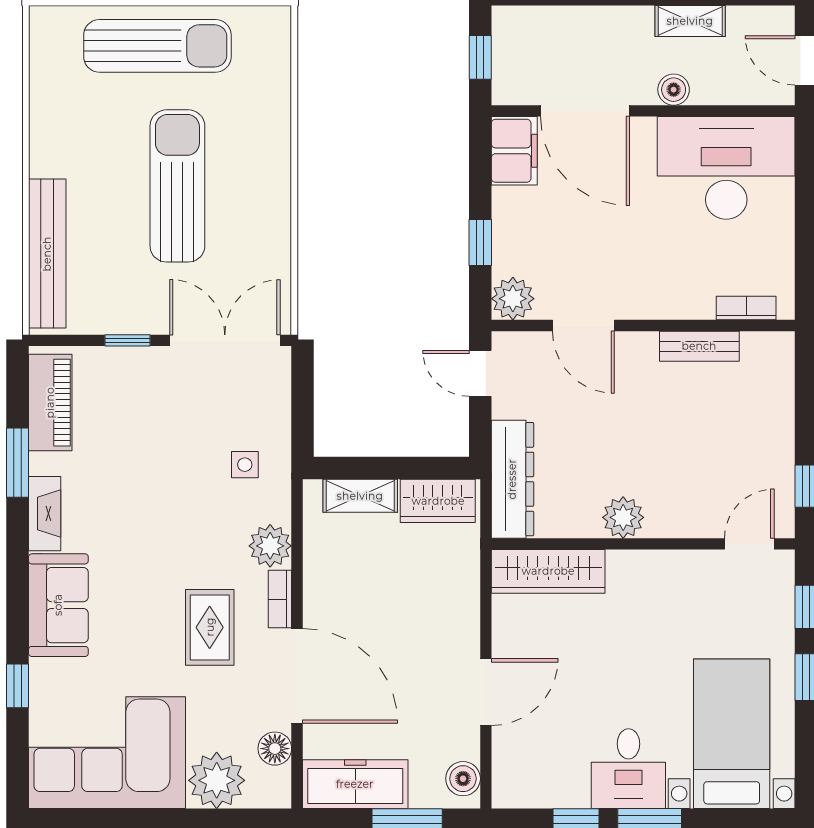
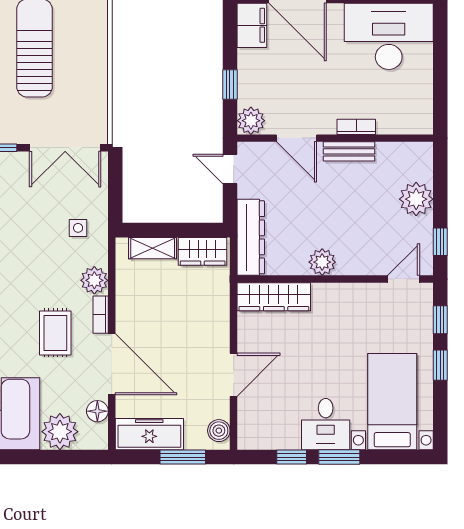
bookcase: (746, 308) -> (356, 127), moved
double door: (225, 340) -> (65, 148), swing flipped
bench: (699, 346) -> (349, 151), moved
plant: (769, 420) -> (416, 199), added

